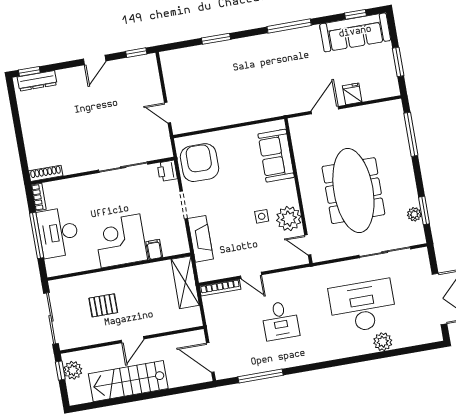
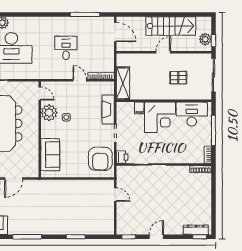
desk: (58, 233) -> (192, 114), moved, turned -90

